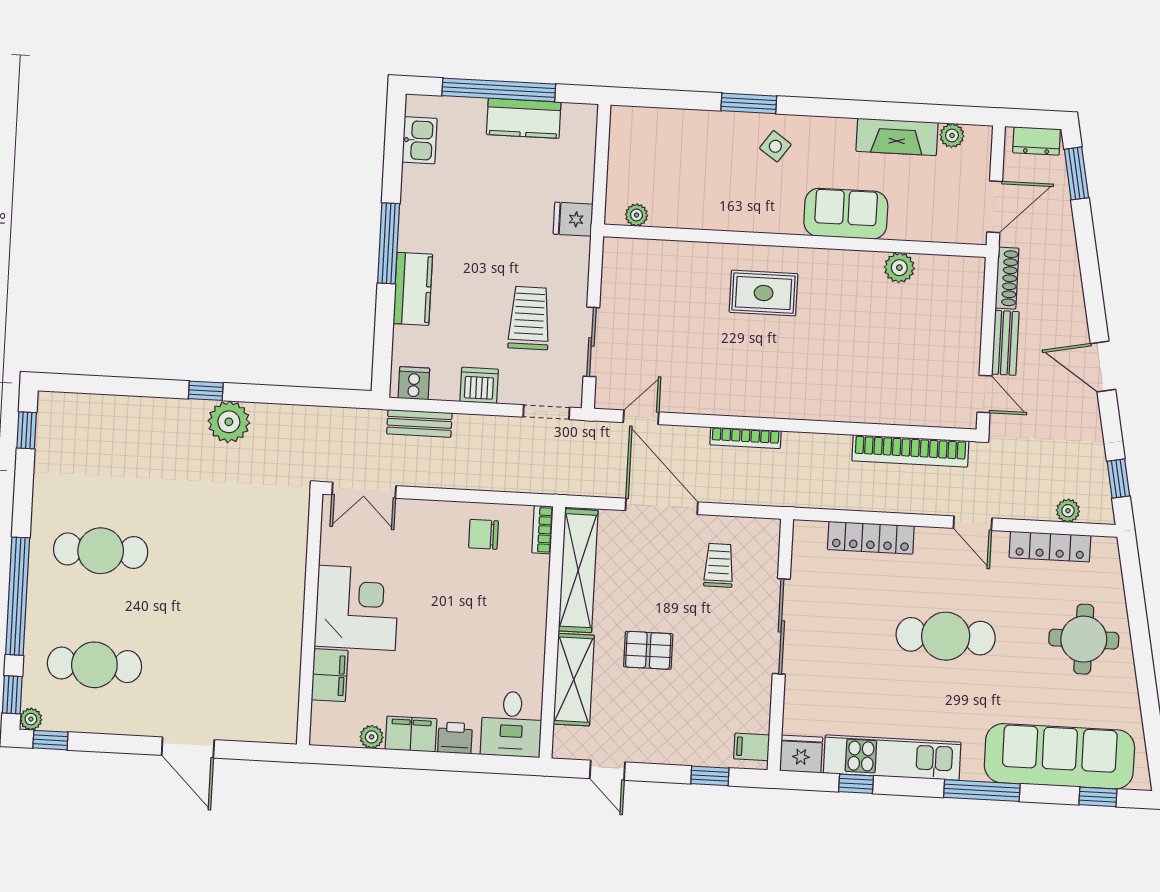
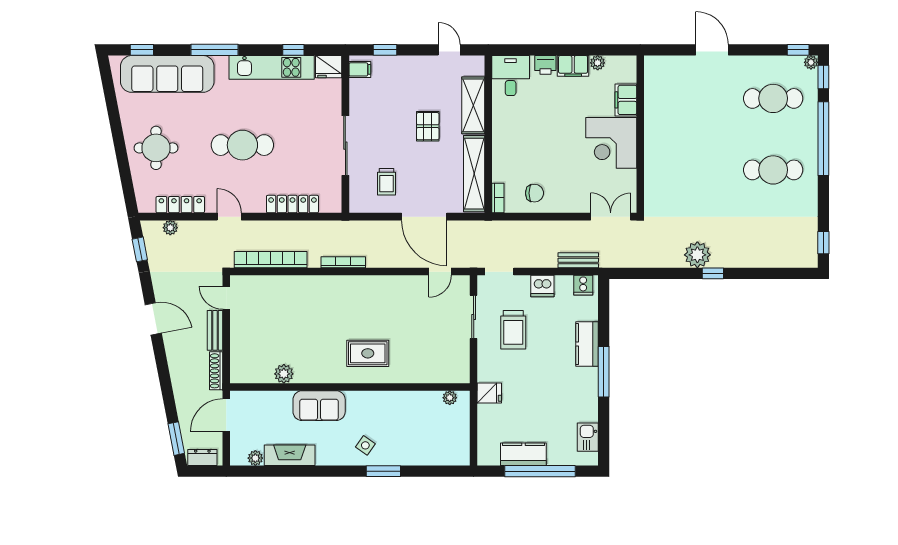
bookcase: (745, 438) -> (343, 262), moved
pallet: (648, 650) -> (428, 126), turned 90

